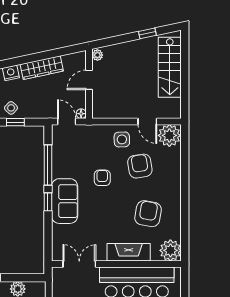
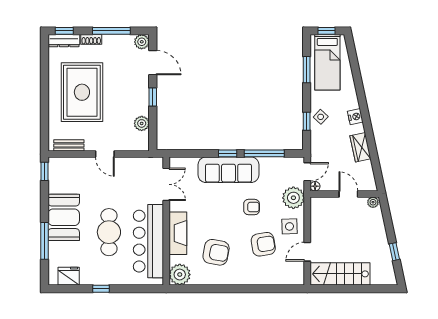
stairs: (170, 67) -> (340, 274), moved
wardrobe: (42, 68) -> (360, 147), width x0.67
plant: (169, 135) -> (293, 198), moved
sofa: (65, 201) -> (228, 170), width x1.36

